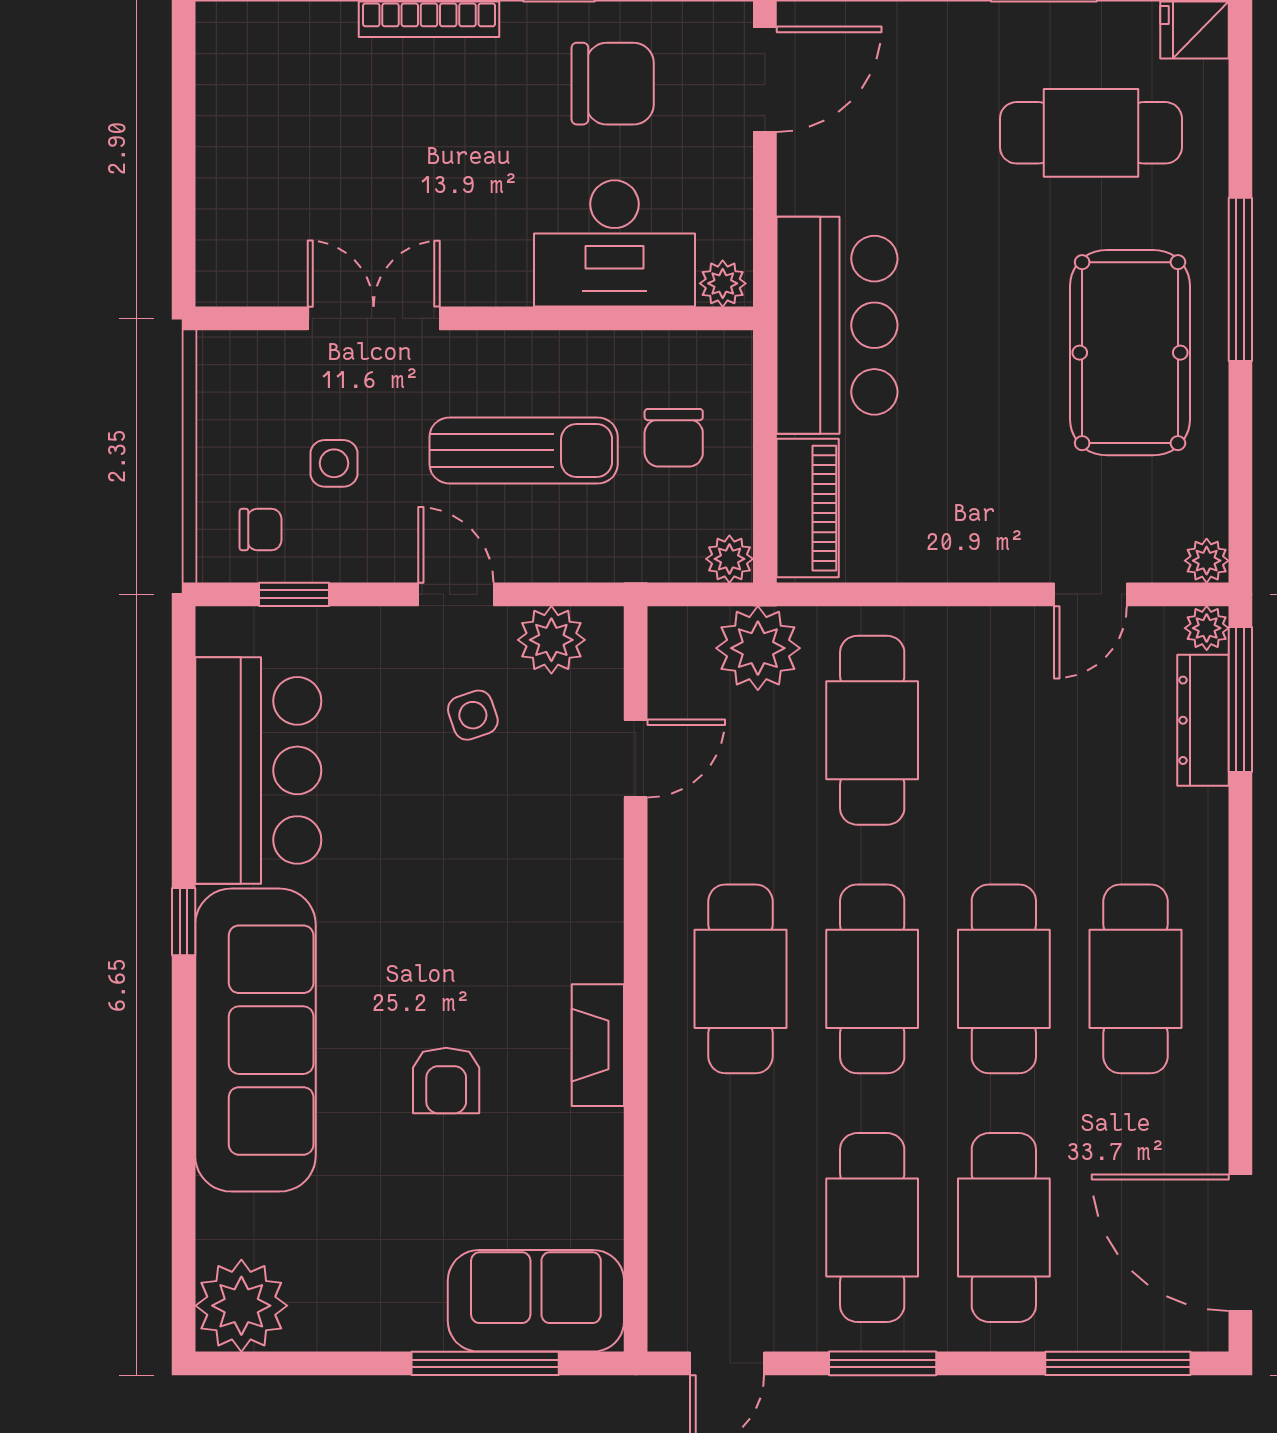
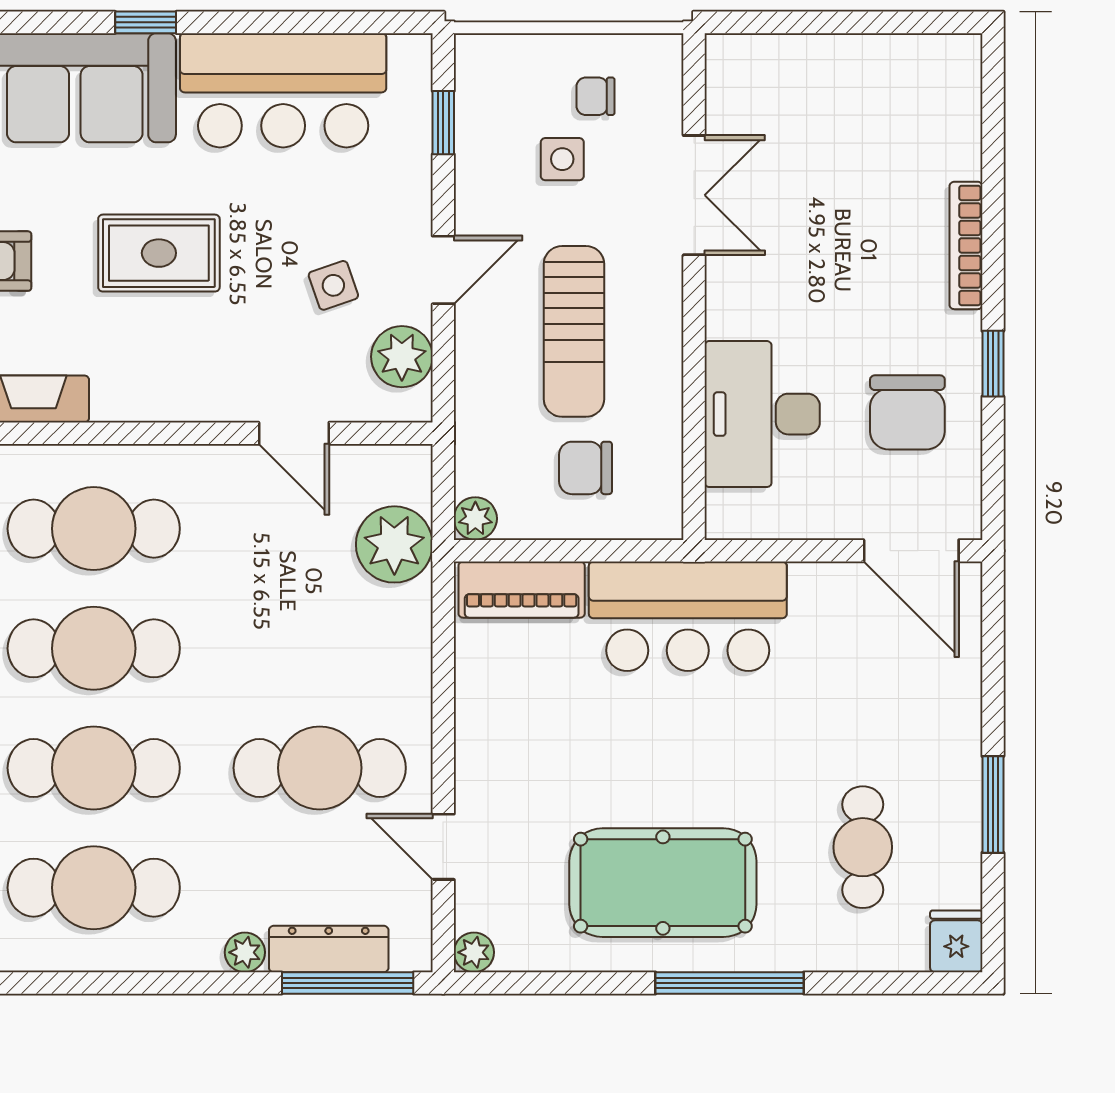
cafe table: (1091, 133) -> (863, 847), width x0.73, depth x0.74
plant: (723, 283) -> (726, 512), removed
chair: (261, 529) -> (595, 96), moved, turned 90
plant: (1207, 628) -> (245, 952), moved
cafe table: (872, 730) -> (320, 768), moved
rug: (437, 907) -> (159, 253), added

